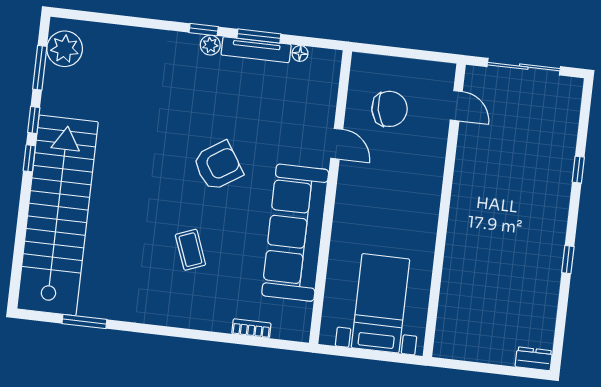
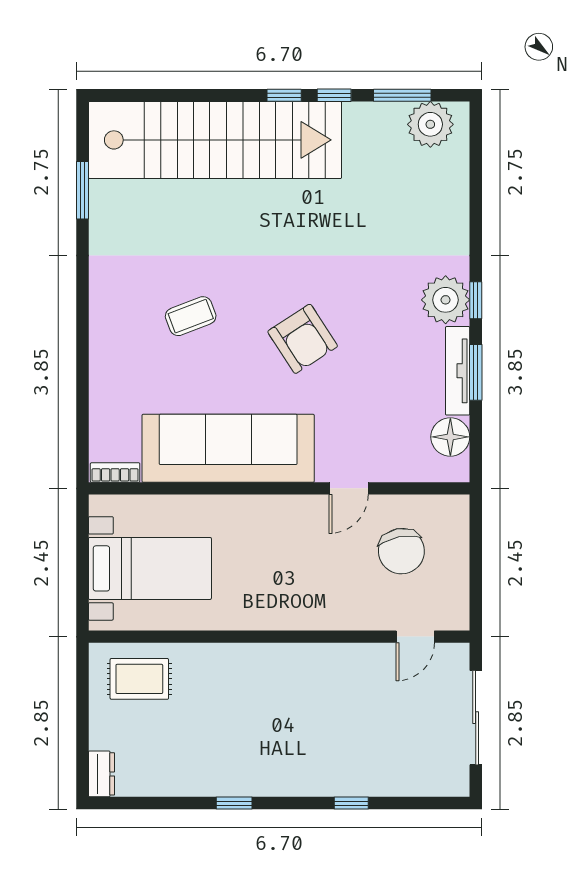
plant: (210, 45) -> (446, 300), width x1.88, depth x1.88
floor lamp: (300, 53) -> (450, 437), width x1.89, depth x1.89
rug: (464, 321) -> (139, 679), added
bookcase: (251, 328) -> (115, 473), moved, turned -90

